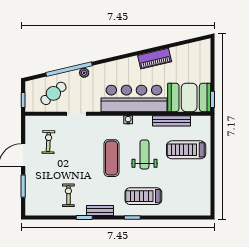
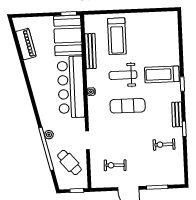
piano: (155, 59) -> (26, 44), moved
treadmill: (143, 196) -> (162, 74), turned 90

